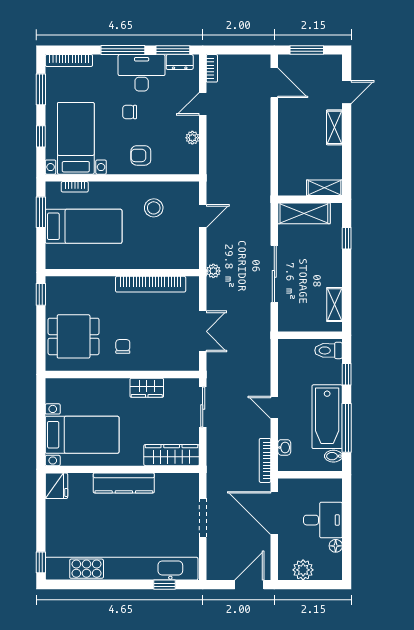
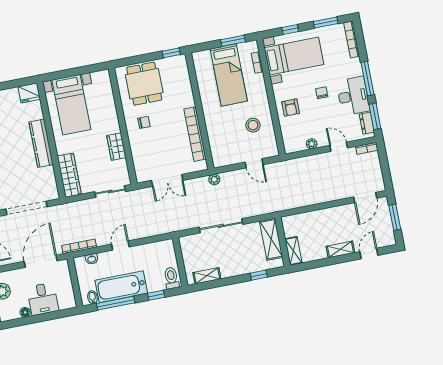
door: (347, 92) -> (369, 253), swing flipped
armchair: (141, 155) -> (291, 108), turned 180
doorway: (203, 518) -> (27, 208), width x1.36

